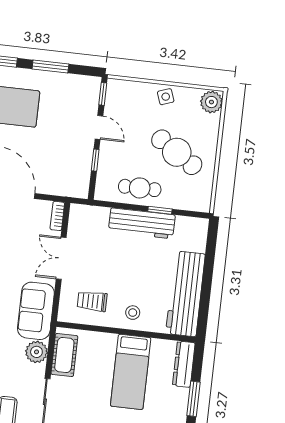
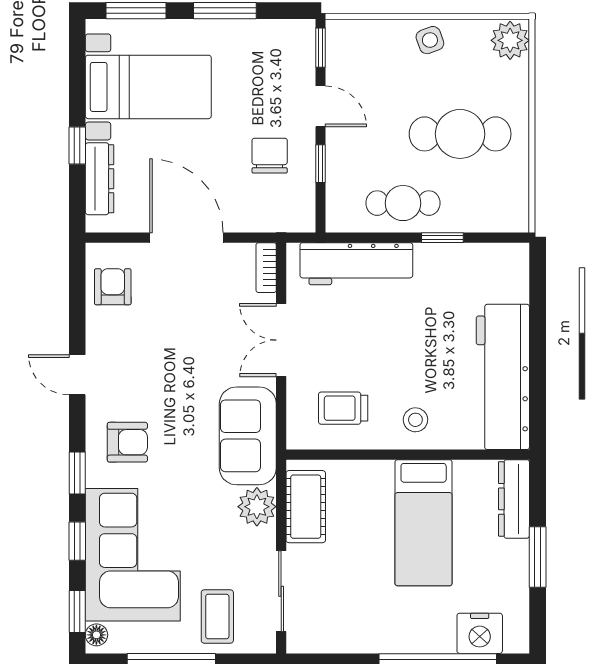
chair: (67, 152) -> (270, 156), added
cafe table: (177, 152) -> (460, 134), turned -33
workbench: (142, 223) -> (356, 264), moved

